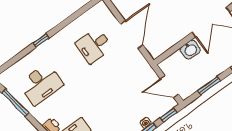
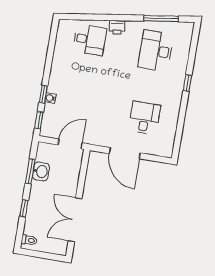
washbasin: (190, 50) -> (41, 171), moved, turned 180
door: (169, 86) -> (70, 144), moved

